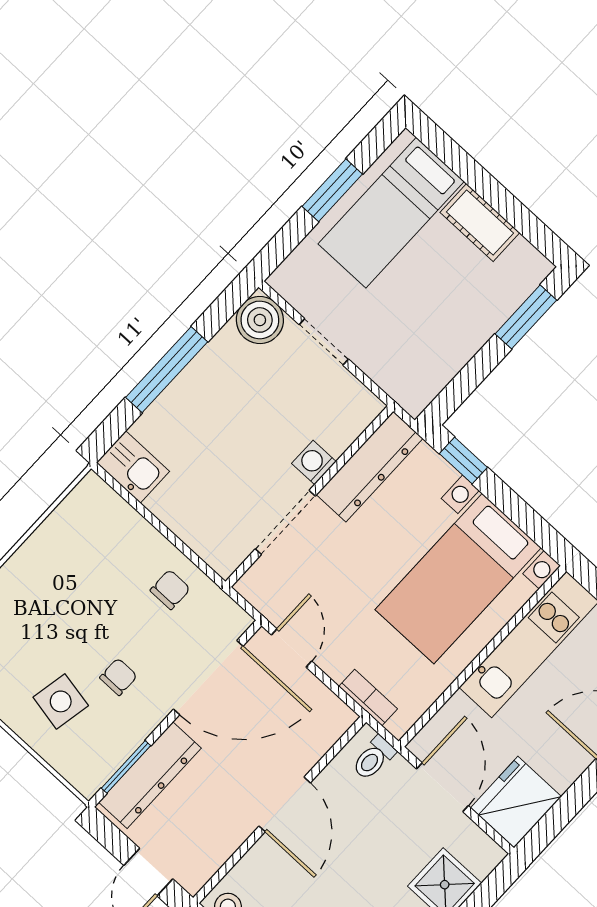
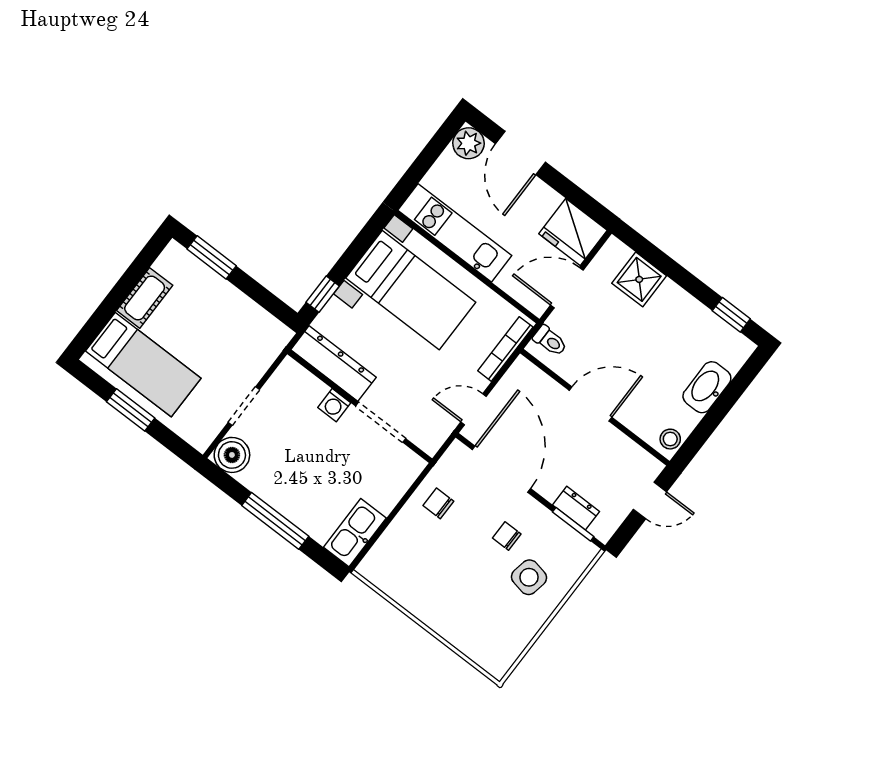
kitchen sink: (133, 467) -> (355, 533), width x1.38
bookcase: (368, 698) -> (505, 349), width x1.56
dresser: (150, 775) -> (576, 508), width x0.51, depth x0.80

